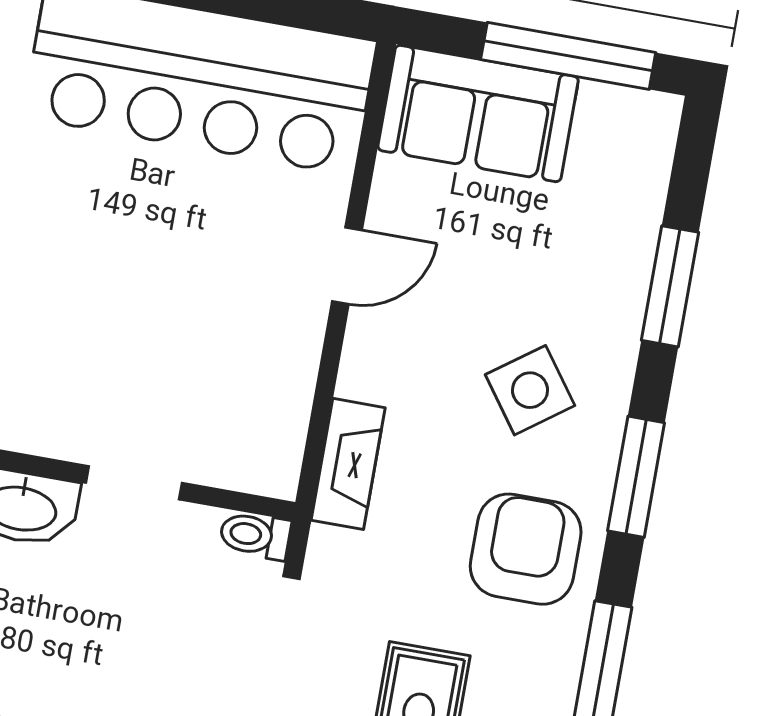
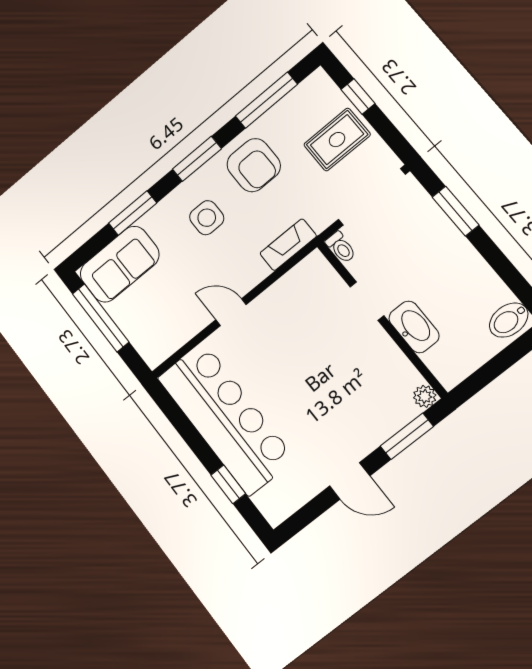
sofa: (478, 113) -> (120, 264), moved, turned 90
side table: (530, 390) -> (207, 218), turned 36
armchair: (526, 549) -> (254, 165), turned -90

